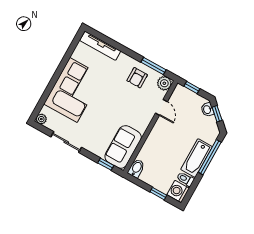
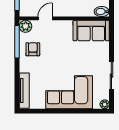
window: (153, 66) -> (17, 42), width x1.44
armchair: (137, 78) -> (33, 49), turned -90
window: (106, 164) -> (111, 36), removed

